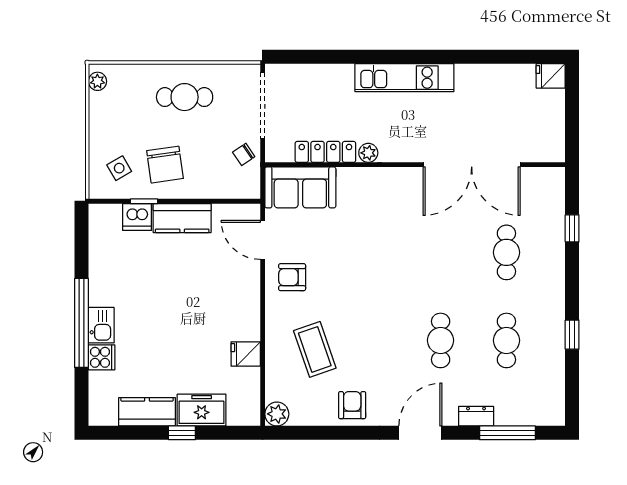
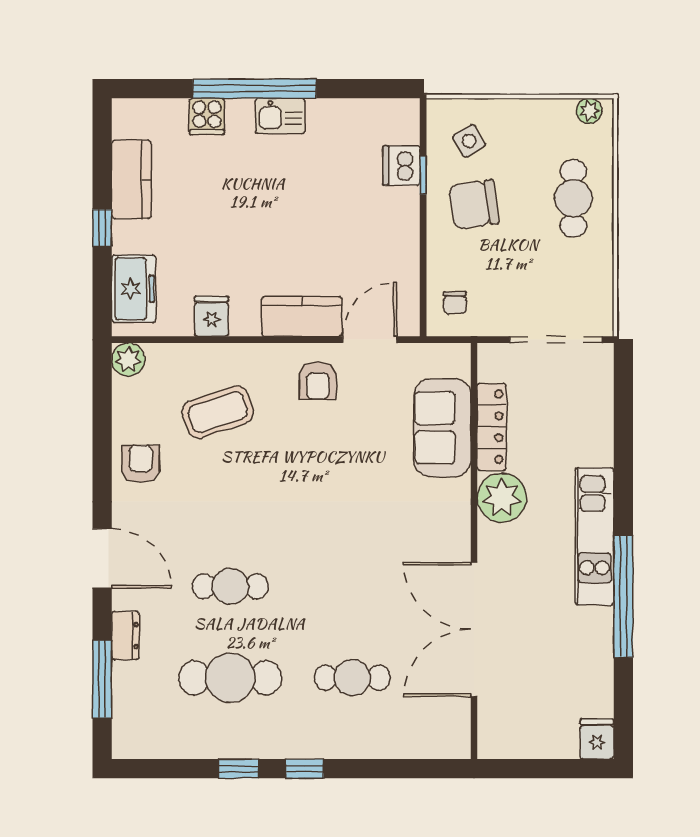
window: (448, 57) -> (623, 596), added
cafe table: (185, 97) -> (573, 198), moved
plant: (368, 153) -> (502, 498), width x1.88, depth x1.88
chair: (244, 154) -> (455, 303), moved, turned -146
sofa: (300, 187) -> (442, 428), moved
kitchen counter: (182, 218) -> (302, 316), moved, turned 90
window: (572, 228) -> (305, 769), moved
armchair: (292, 277) -> (318, 381), turned 180
kitchen sink: (101, 325) -> (280, 116), moved
cafe table: (506, 340) -> (230, 678), width x1.37, depth x1.35
armchair: (352, 405) -> (141, 464), turned -90
freezer: (202, 410) -> (134, 289), moved

